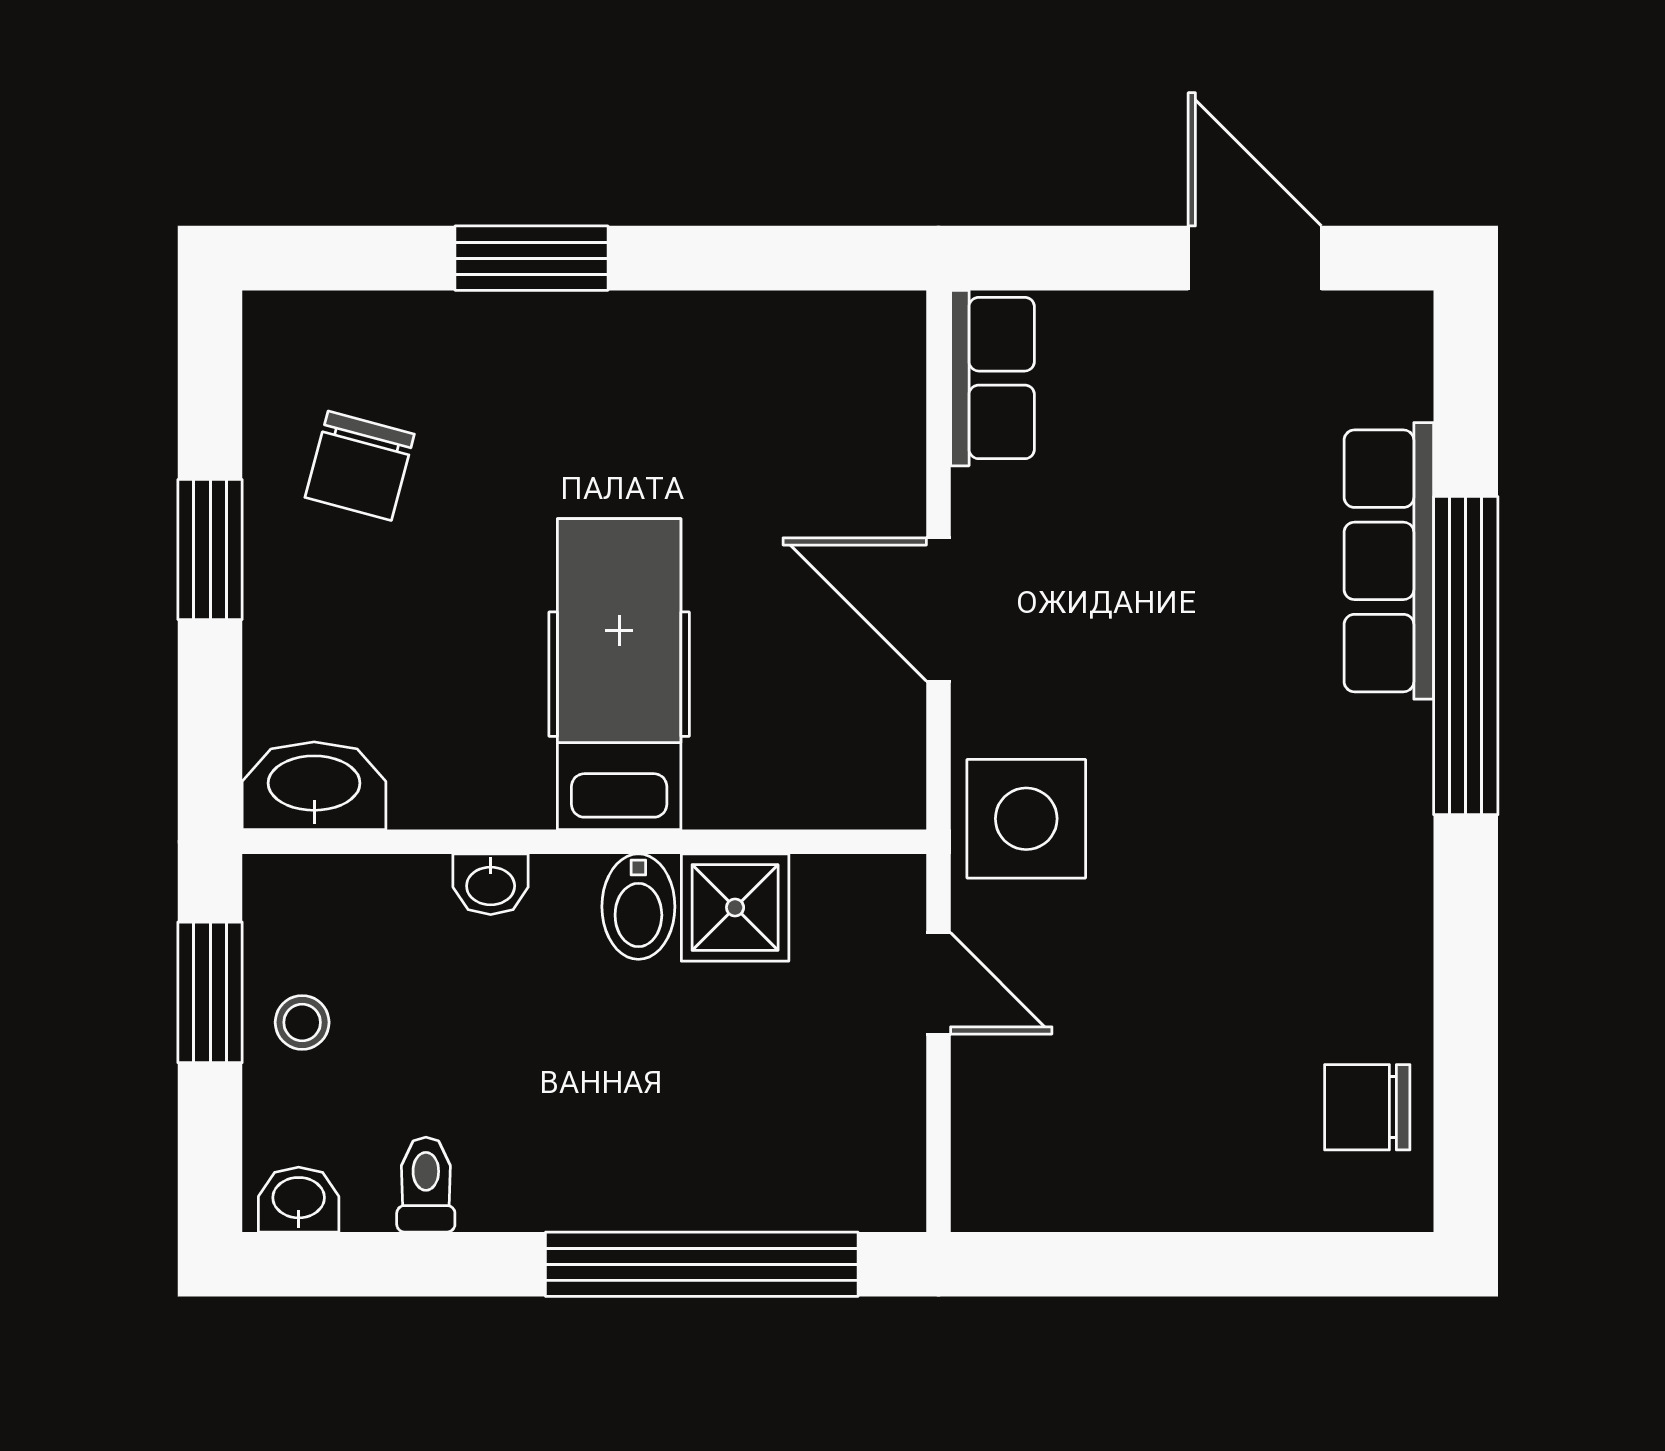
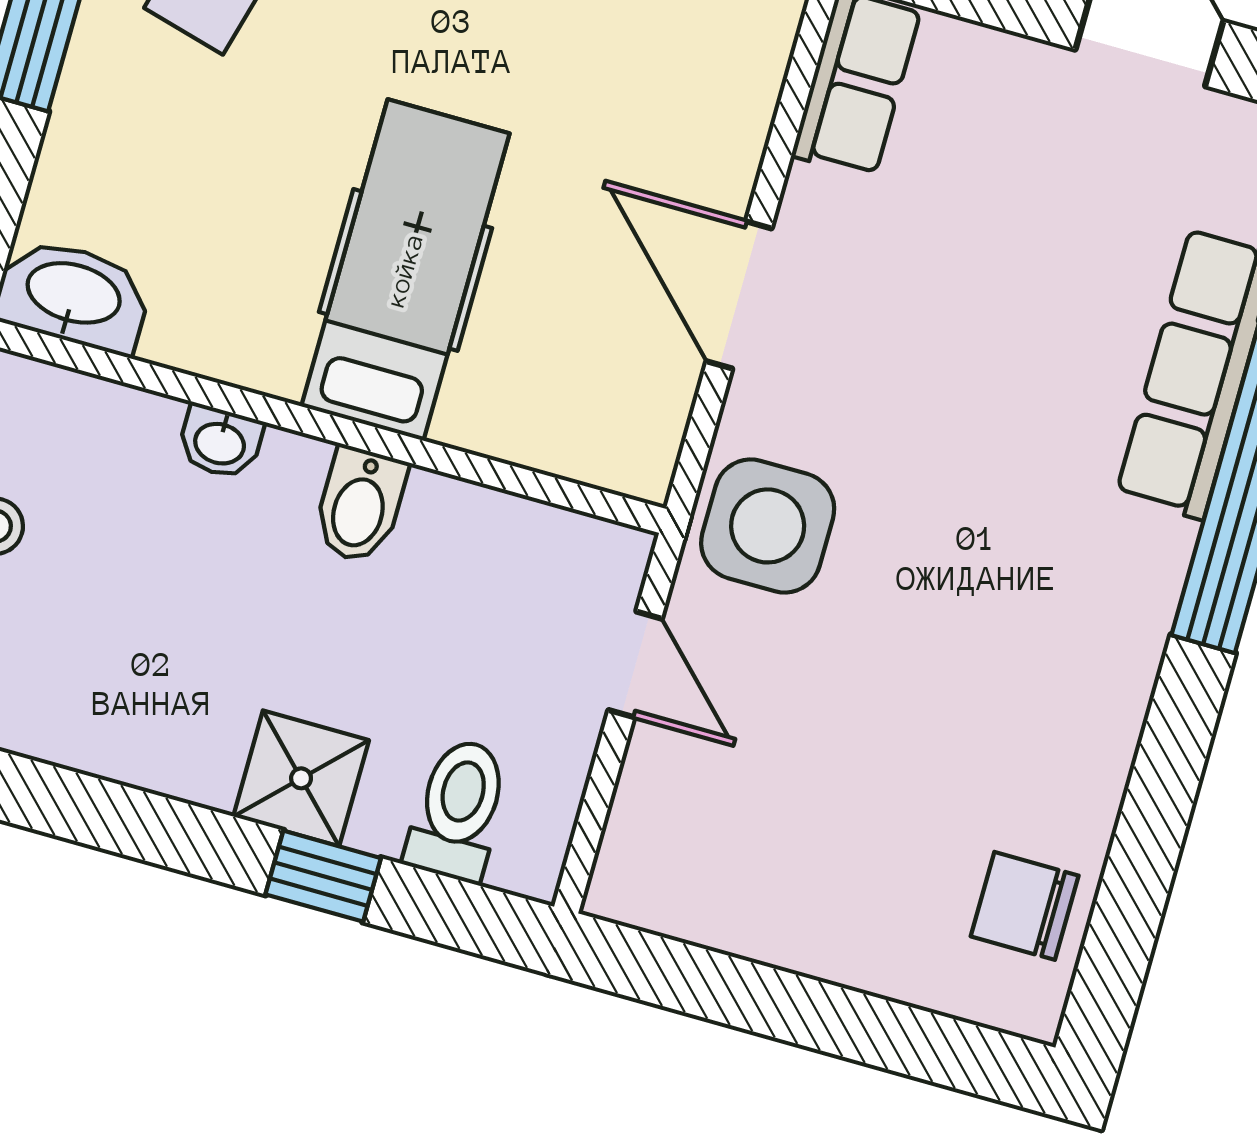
shower: (735, 907) -> (301, 778), moved
toilet: (426, 1185) -> (458, 810), moved, width x1.37, depth x1.39
window: (702, 1264) -> (323, 876), width x0.32

